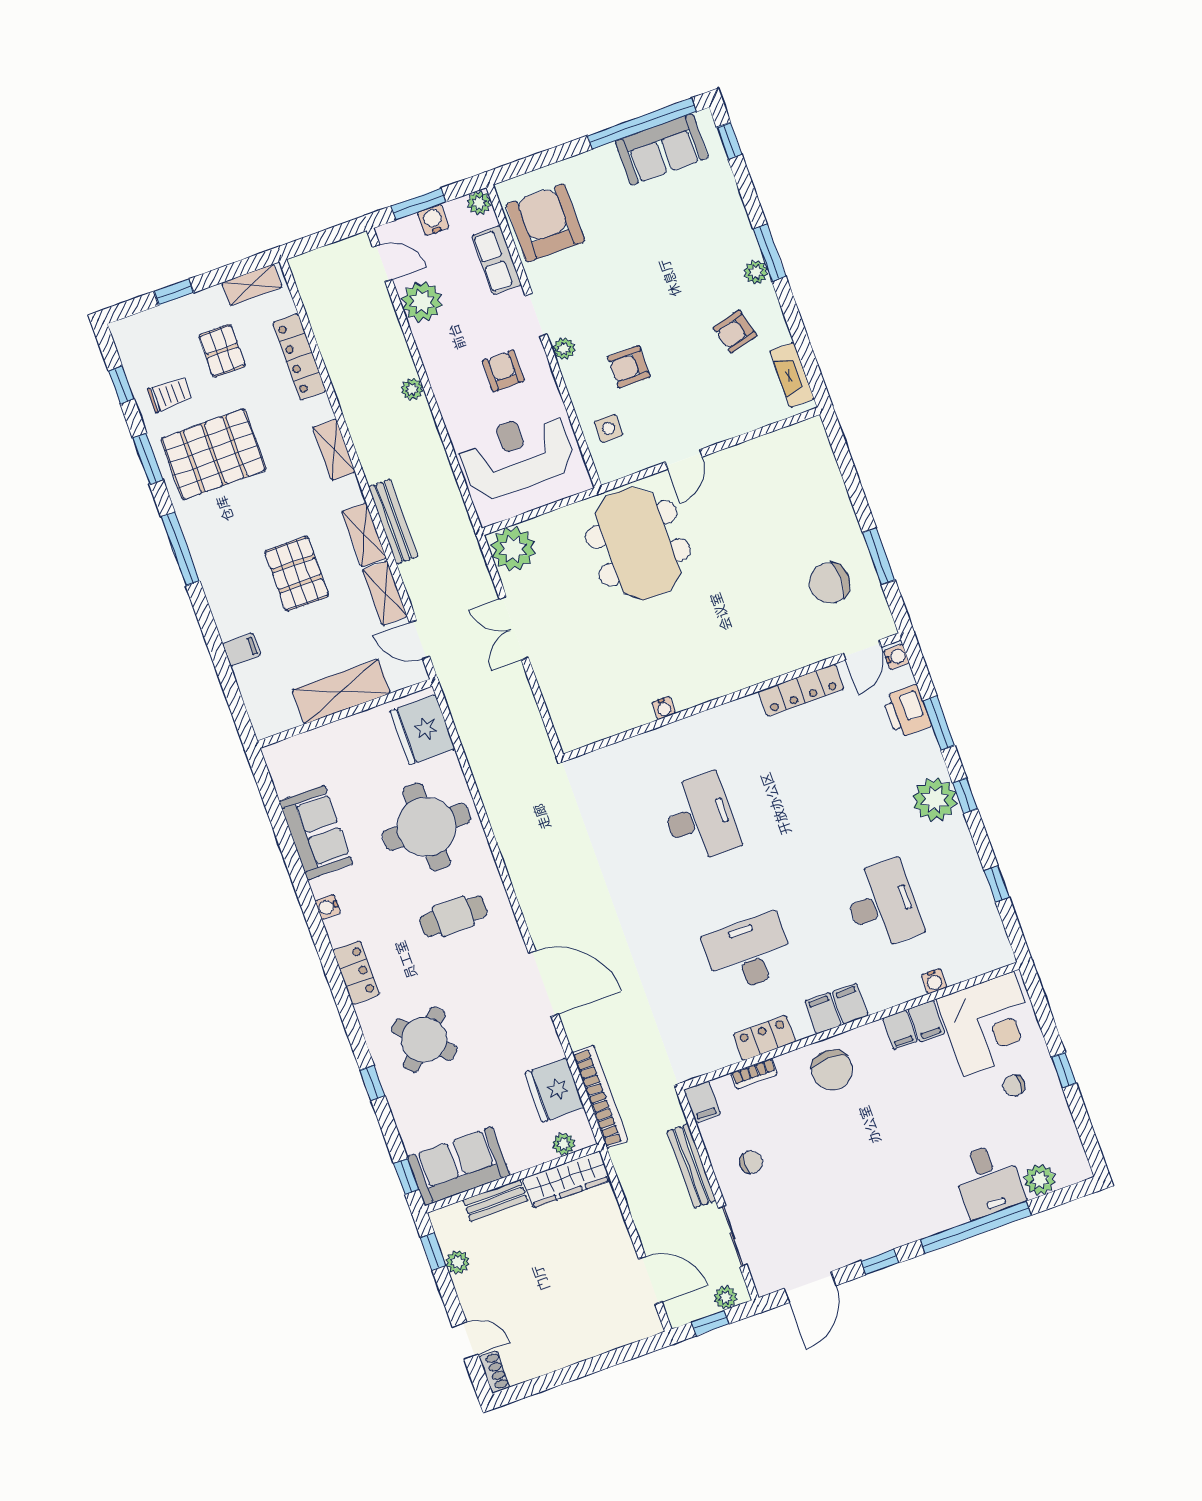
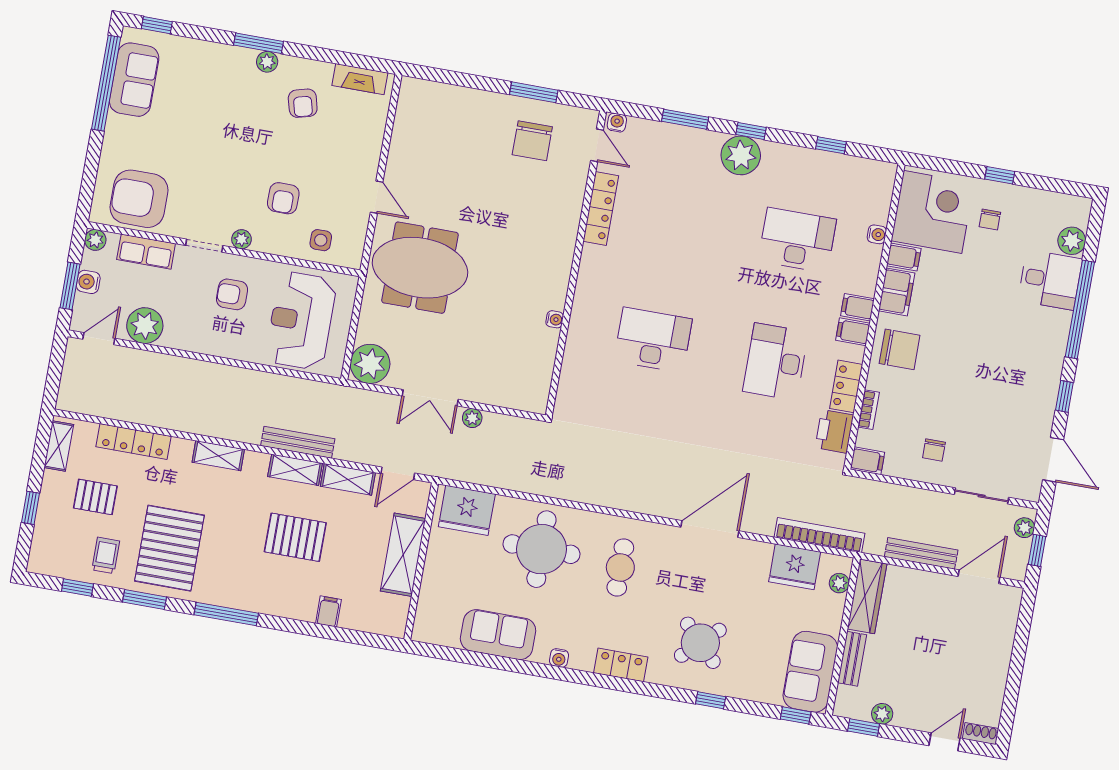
plant: (412, 389) -> (472, 418), moved
printer: (907, 711) -> (834, 431), moved, turned 90
filing cabinet: (900, 1030) -> (897, 292), width x2.00
chair: (751, 1162) -> (934, 450), turned 180
bench: (691, 1166) -> (921, 553), moved

